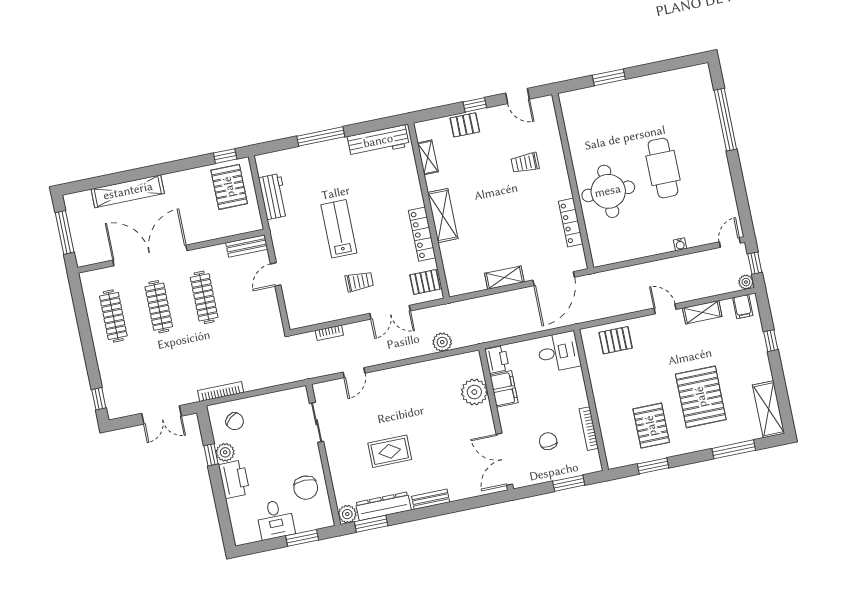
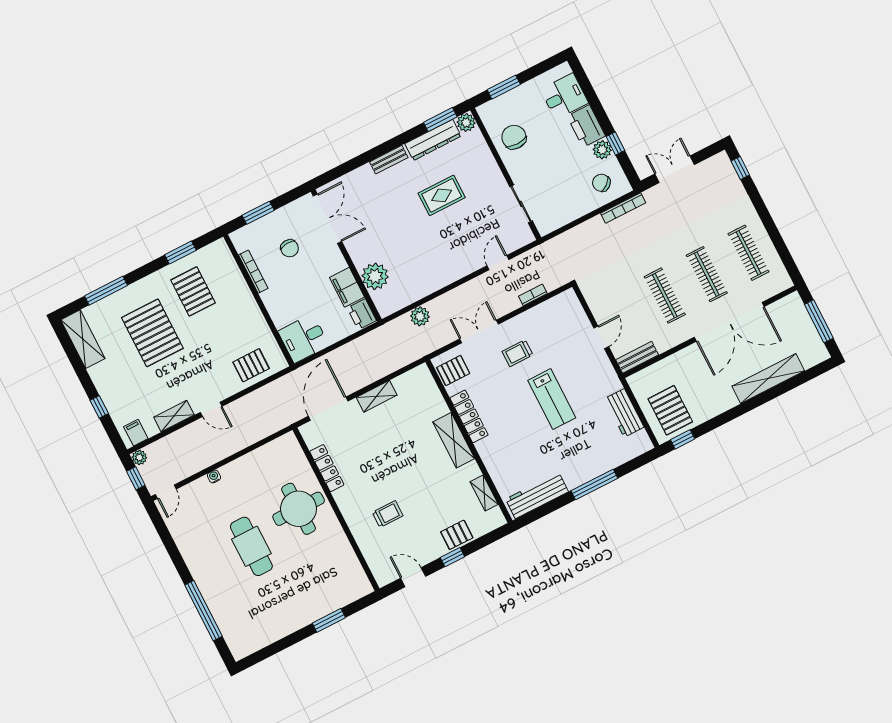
desk: (275, 519) -> (564, 96), moved, turned 90

